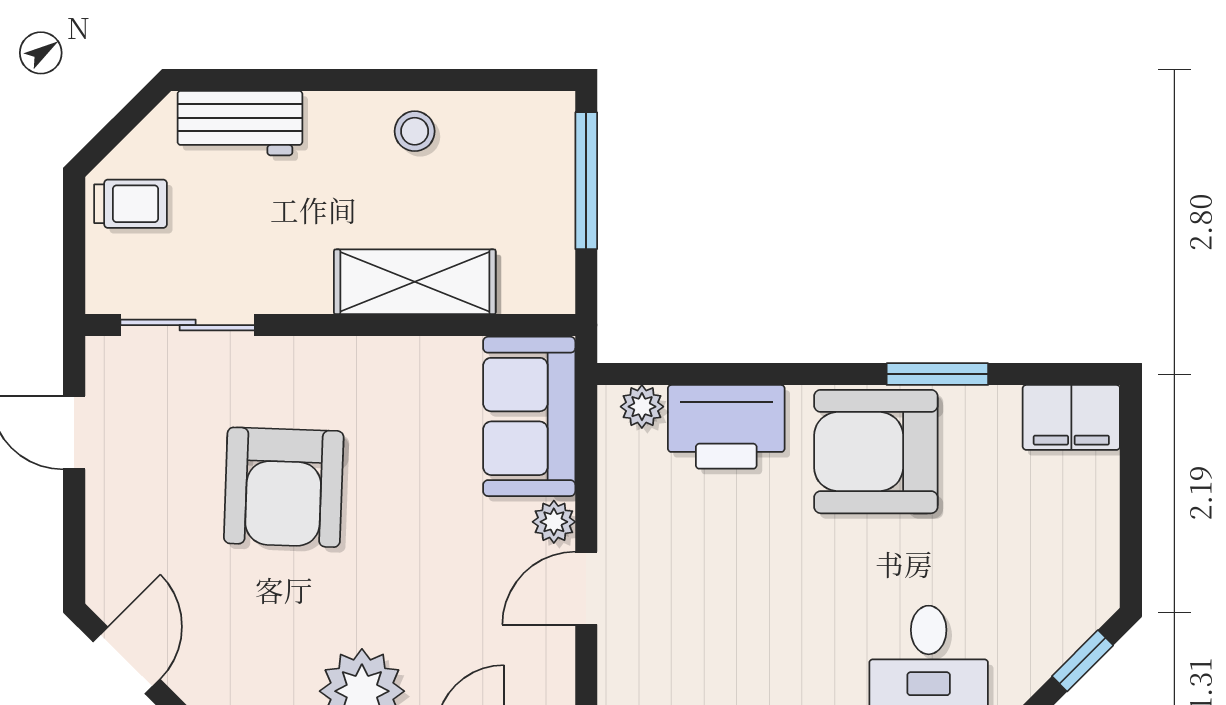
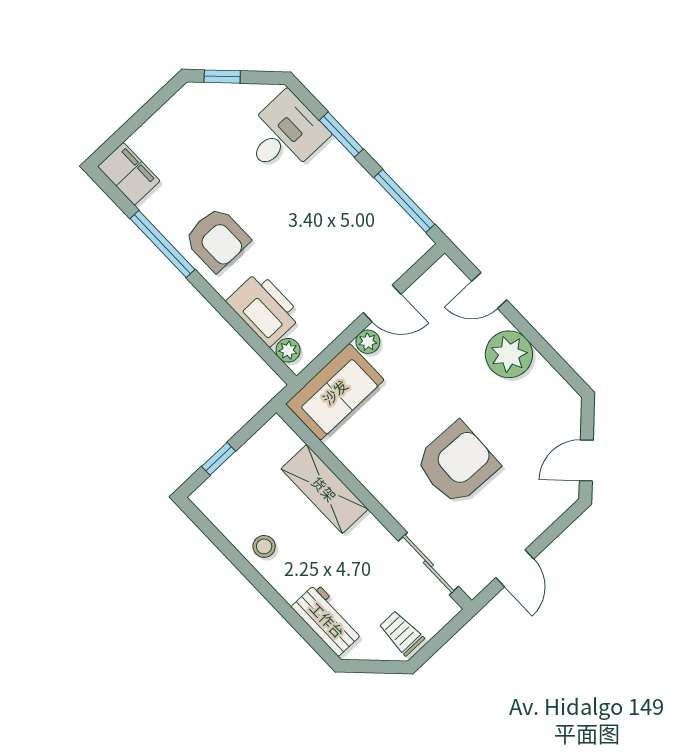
window: (586, 181) -> (219, 459), width x0.46
window: (937, 374) -> (162, 244), width x1.44
armchair: (876, 452) -> (217, 239), width x0.73, depth x0.73

